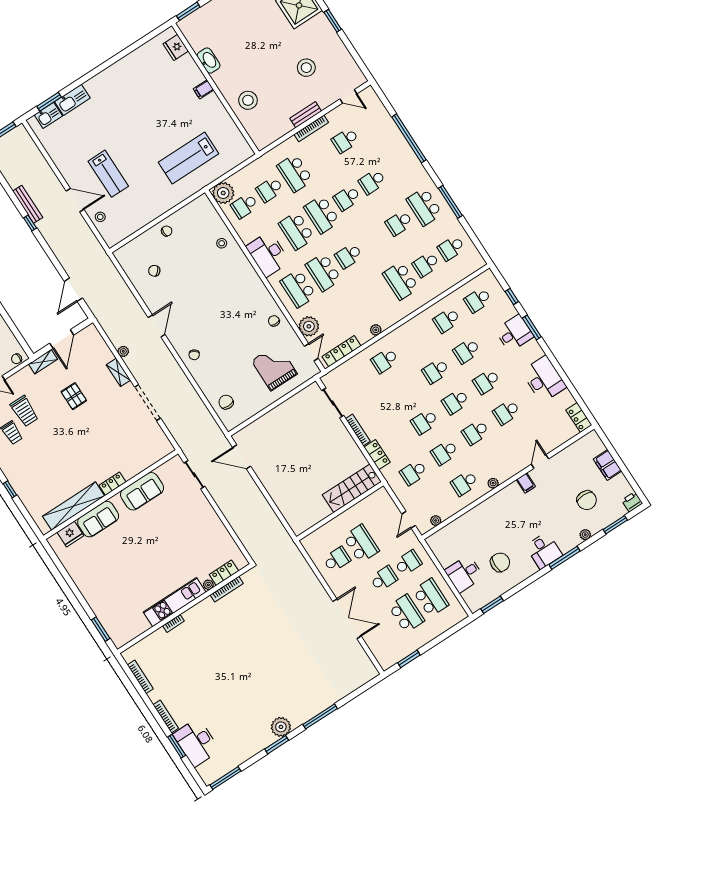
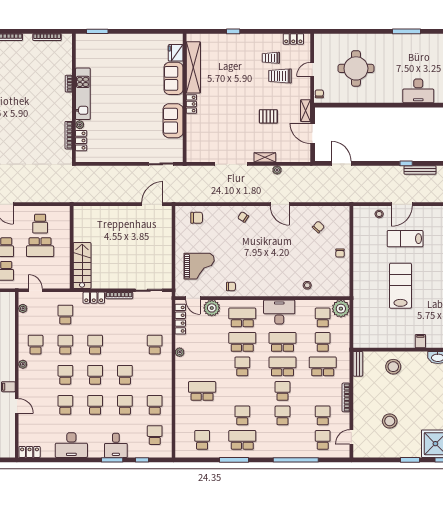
bench: (306, 115) -> (358, 364), moved
lab bench: (188, 158) -> (400, 286), moved
school desk: (426, 264) -> (323, 440), moved

